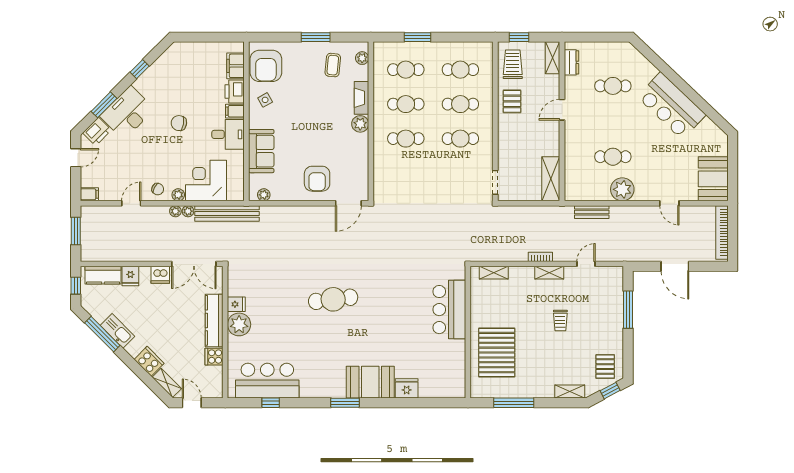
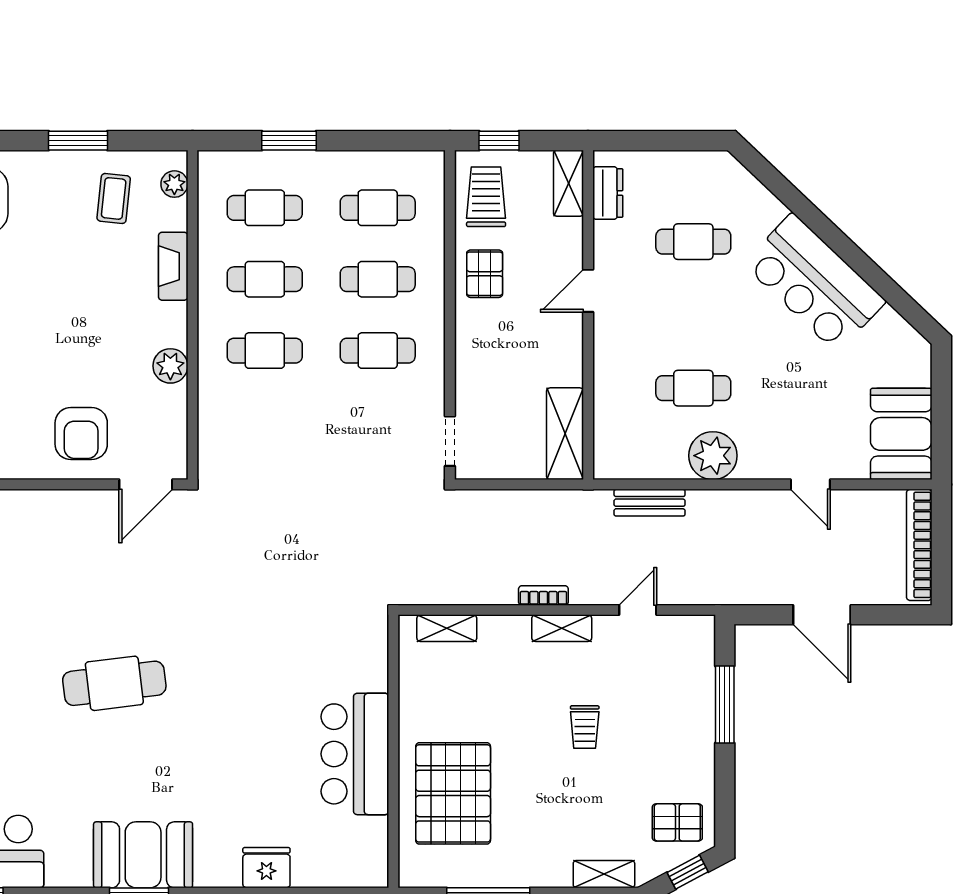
plant: (360, 124) -> (170, 366), moved
bar counter: (449, 310) -> (355, 754), moved
pallet: (605, 367) -> (677, 822), turned 90
booth: (370, 382) -> (143, 855), moved

